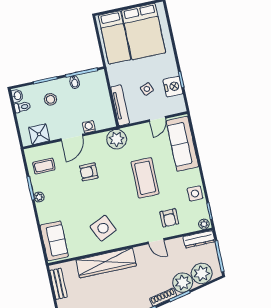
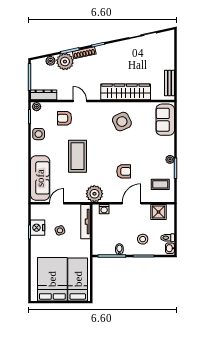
washing machine: (89, 127) -> (104, 209), moved
armchair: (169, 218) -> (65, 118), turned -90
plant: (202, 273) -> (51, 61), width x0.53, depth x0.53

